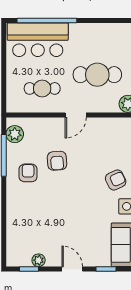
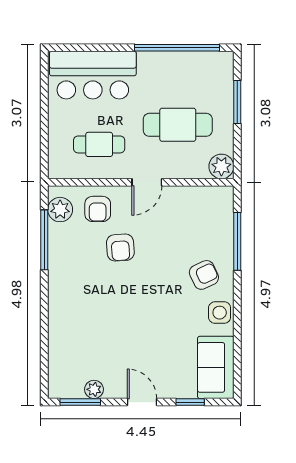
window: (47, 21) -> (177, 48), moved
armchair: (28, 173) -> (98, 209), moved, turned 180
window: (29, 269) -> (80, 402), width x1.50

